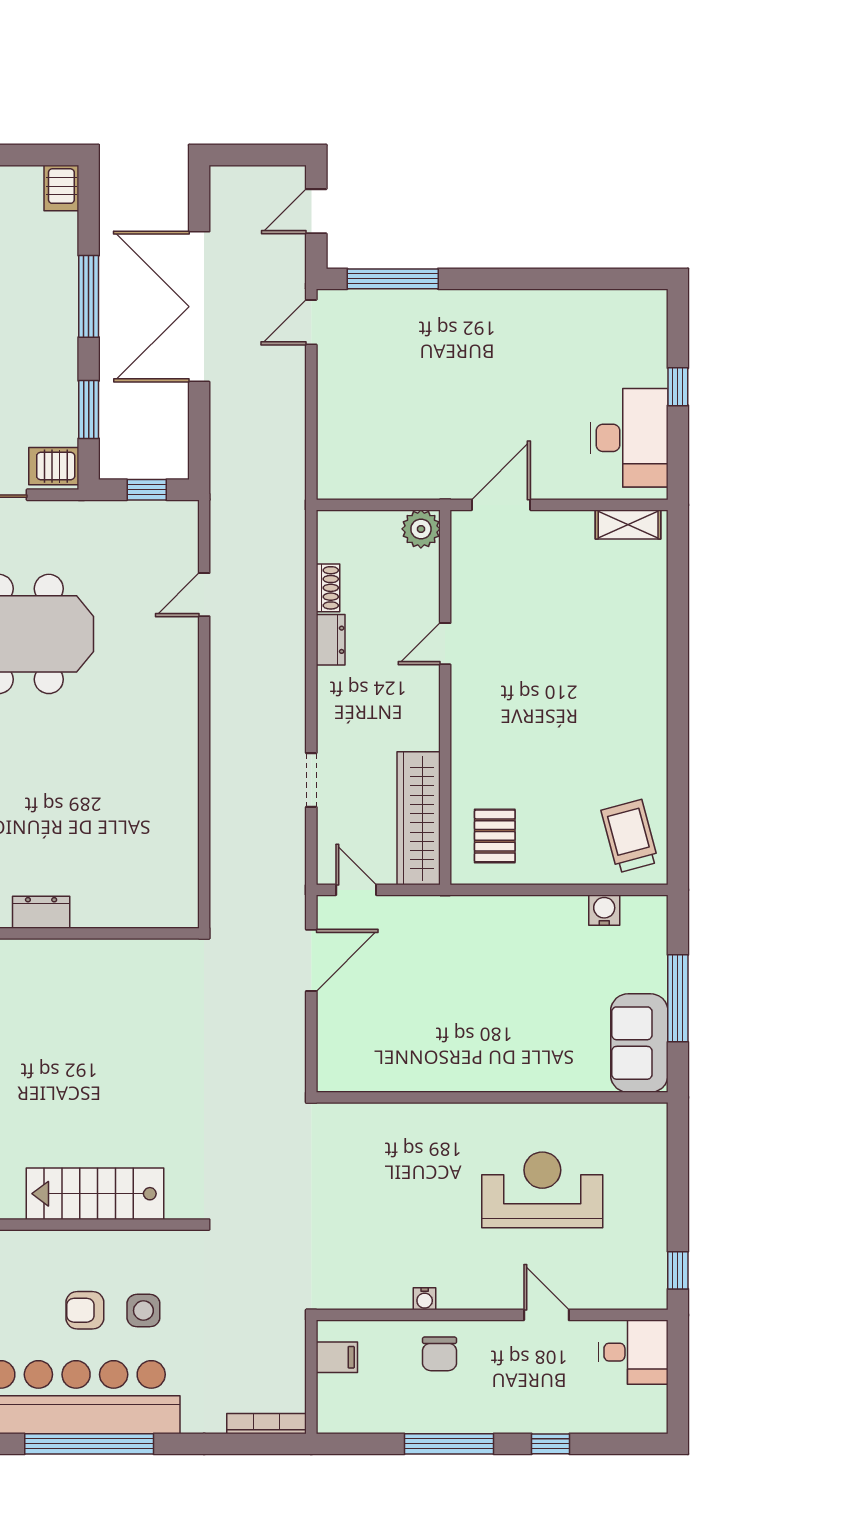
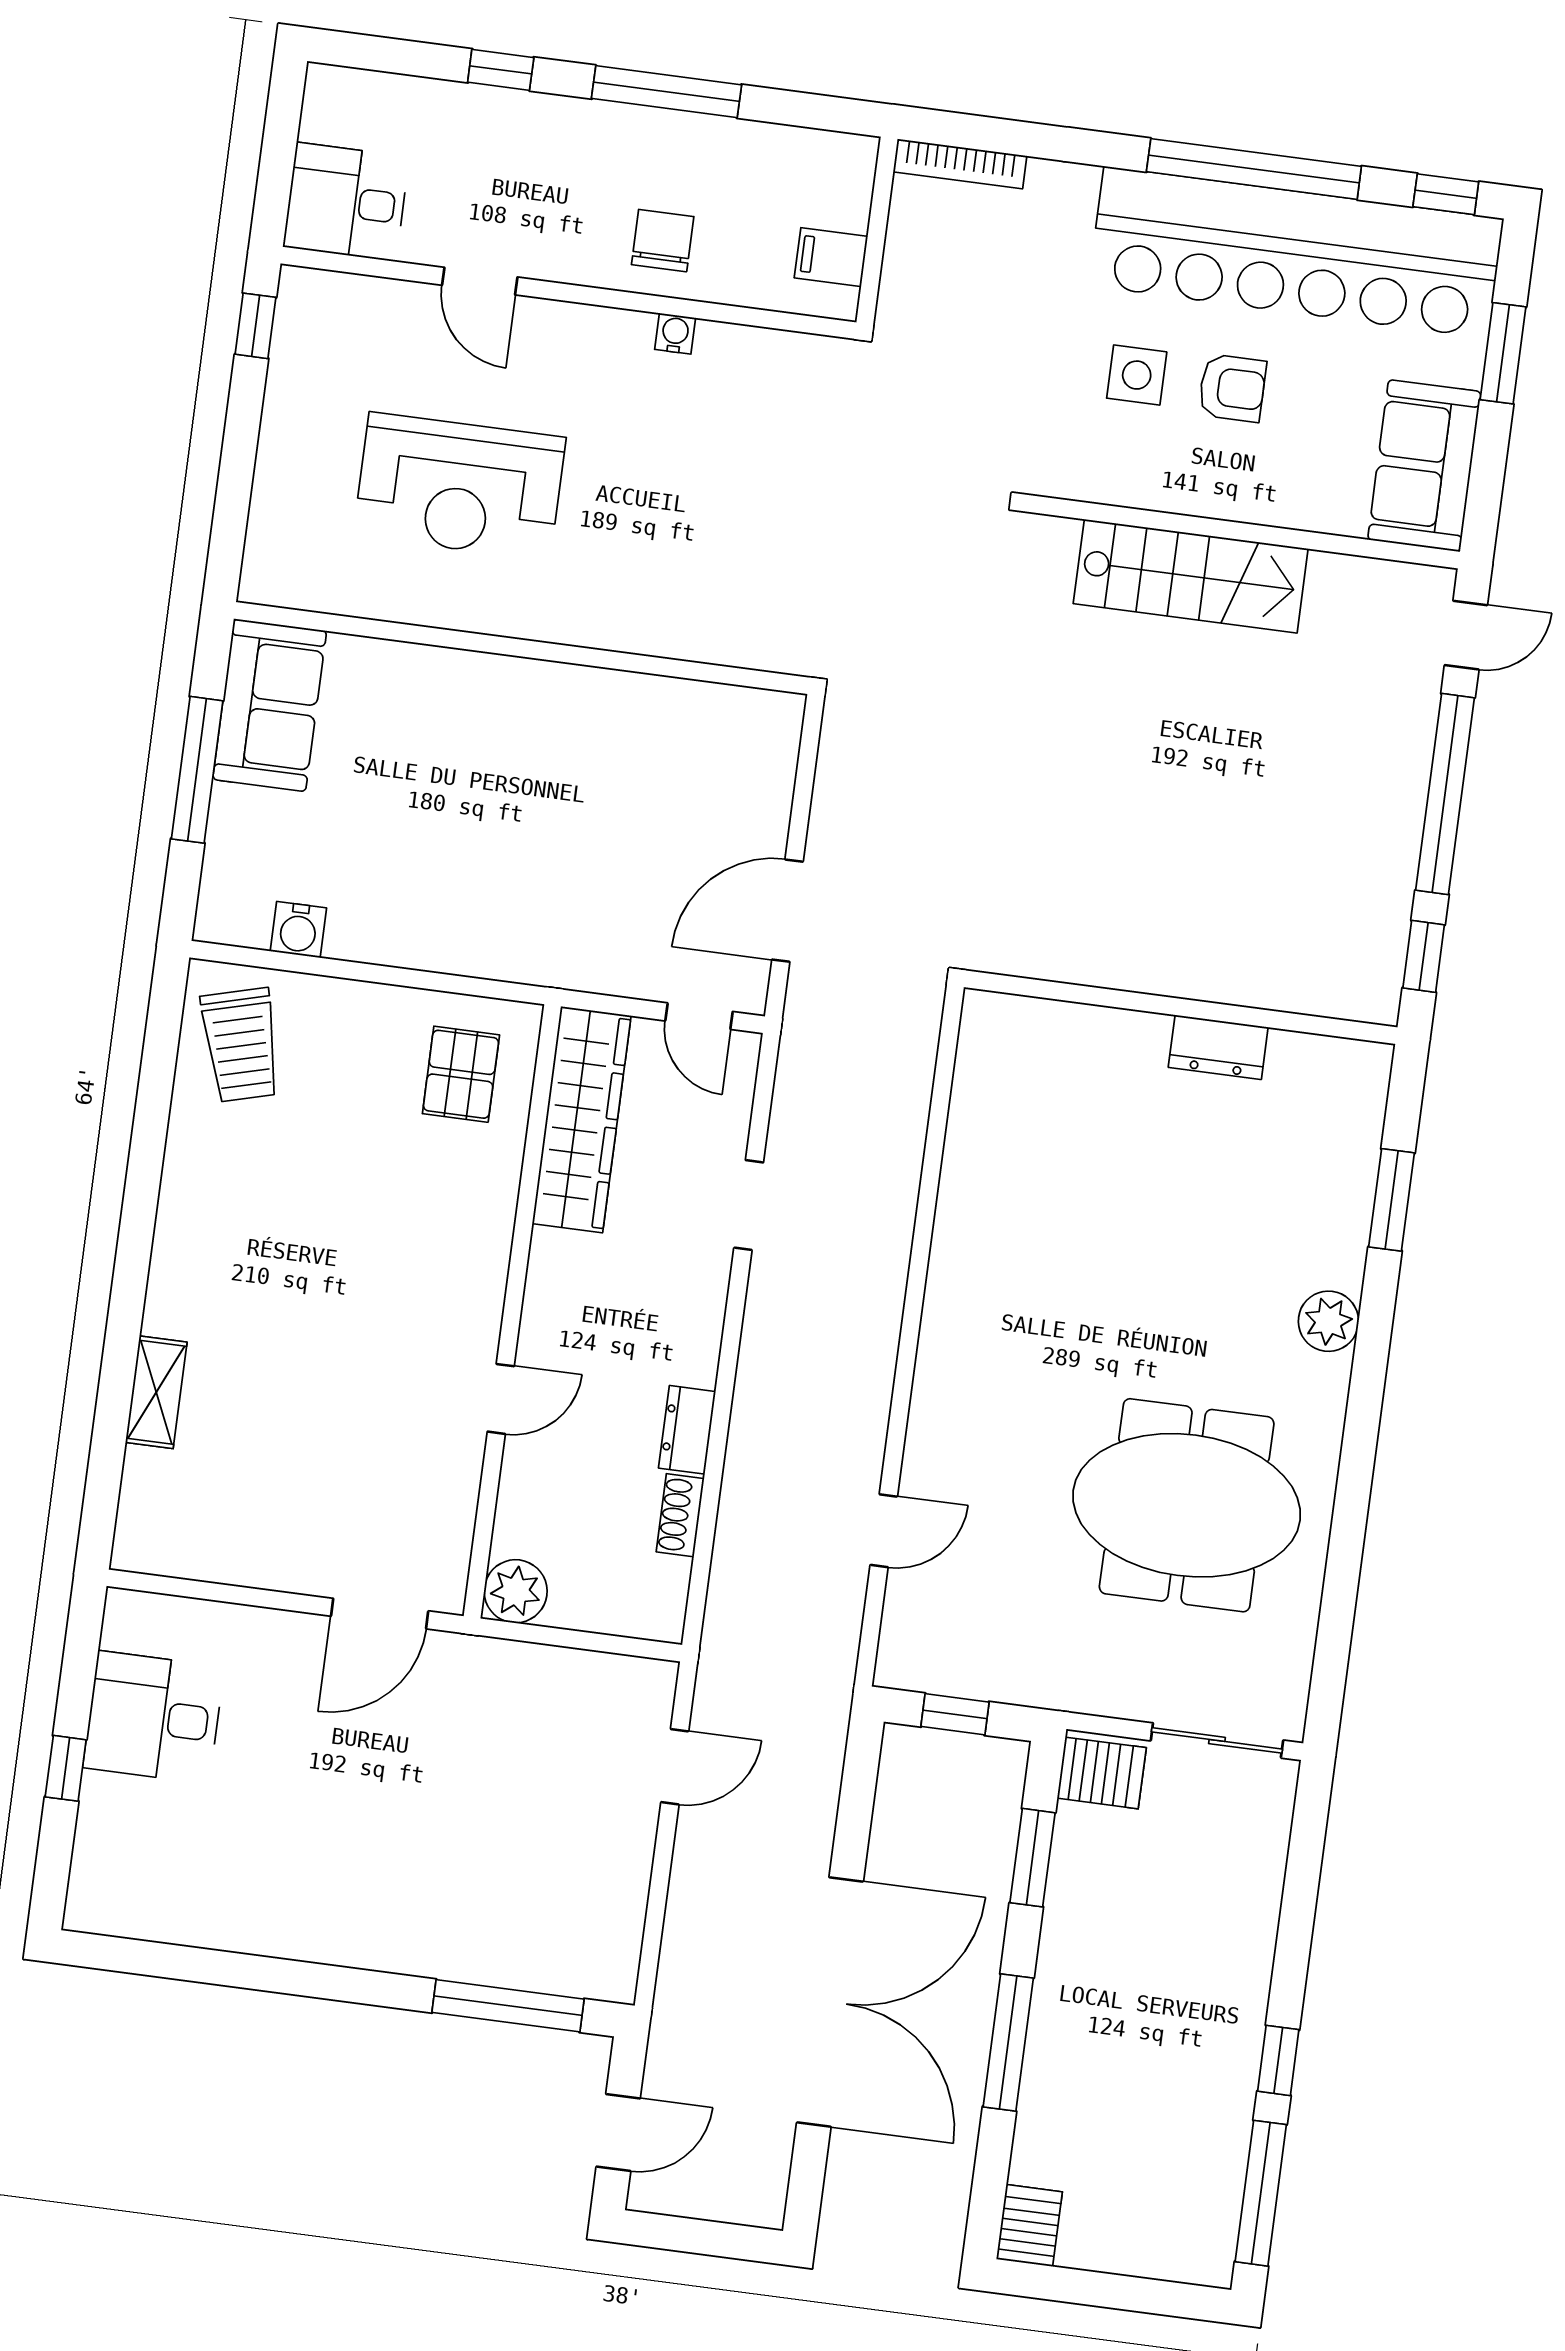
door: (311, 322) -> (675, 1767), moved
desk: (629, 438) -> (154, 1717), width x0.73
shelving: (628, 524) -> (156, 1392), moved, turned 90

